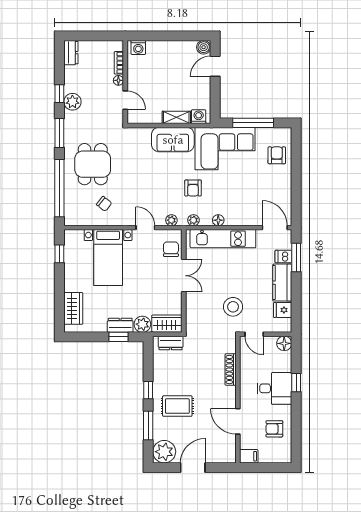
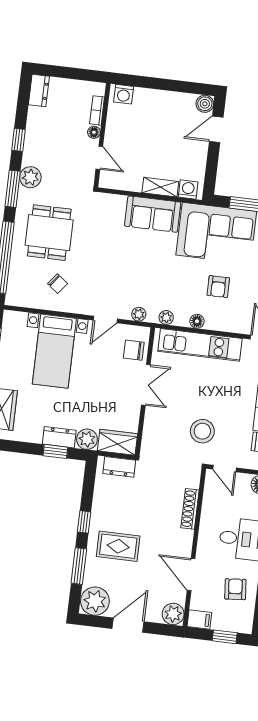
plant: (72, 102) -> (30, 177), moved
armchair: (193, 188) -> (218, 287), moved
door: (145, 228) -> (105, 319), swing flipped
chair: (171, 249) -> (134, 350), turned -90
armchair: (274, 429) -> (235, 589), turned 85
plant: (227, 454) -> (173, 614), added
window: (270, 468) -> (225, 637), added

